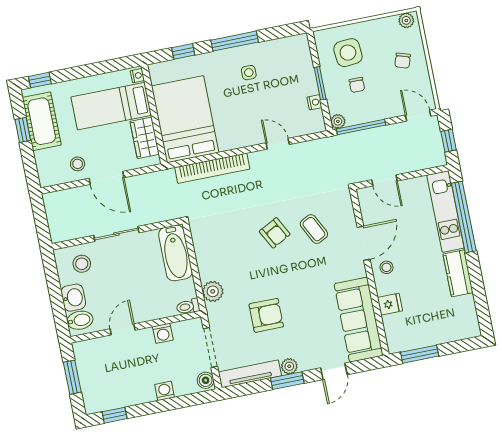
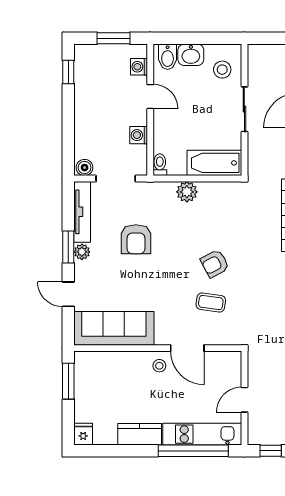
door: (384, 180) -> (244, 400), moved
coffee table: (314, 229) -> (211, 302), turned 35
plant: (213, 291) -> (187, 192), moved
fridge: (390, 304) -> (83, 434), moved, turned 180
washing machine: (164, 391) -> (139, 67), moved, turned 180

